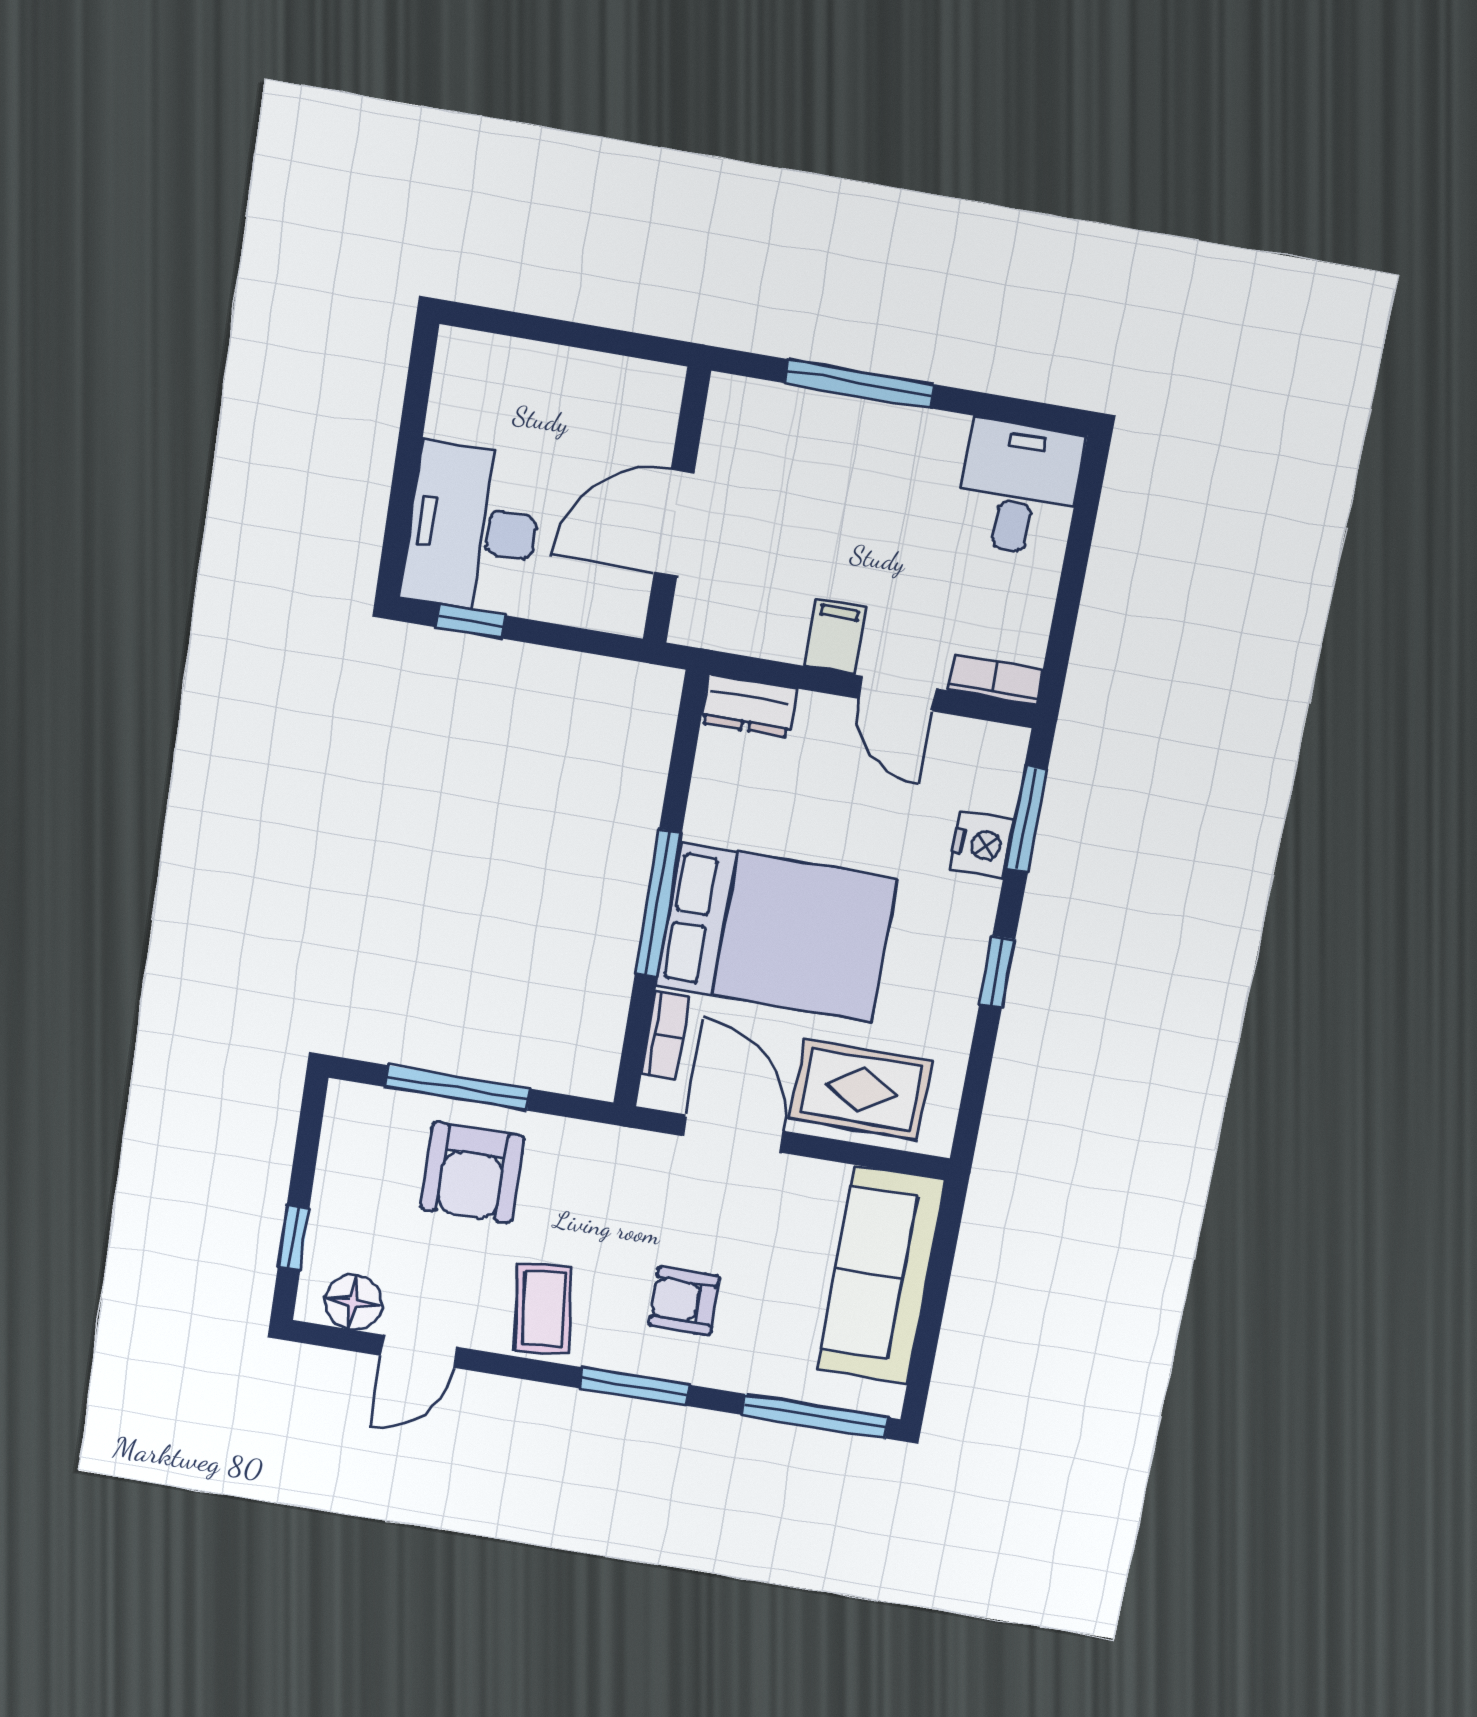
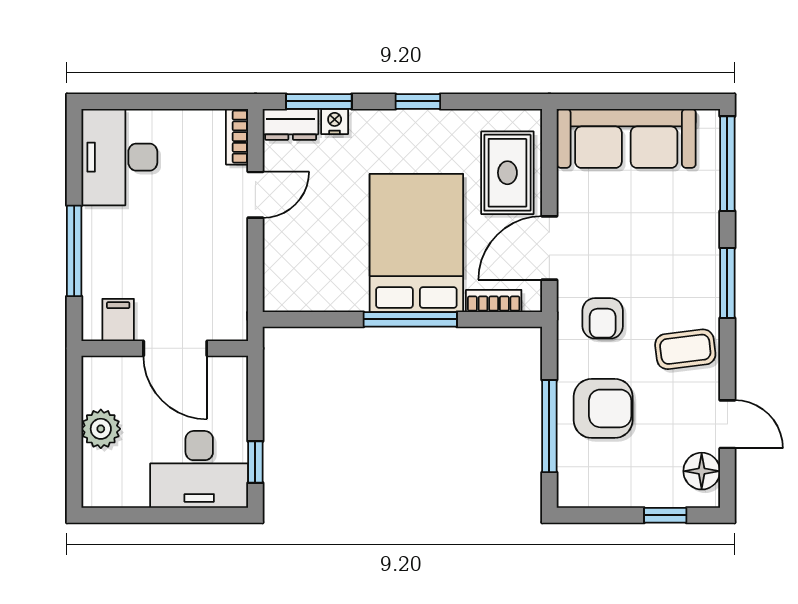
plant: (563, 378) -> (101, 429), added
desk: (1019, 488) -> (119, 157), width x1.37
filing cabinet: (836, 636) -> (118, 320), moved, turned 90
dresser: (749, 706) -> (291, 124), moved, turned 90
nightstand: (982, 845) -> (335, 121), width x0.72, depth x0.74
armchair: (684, 1301) -> (603, 318), moved

